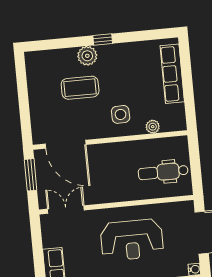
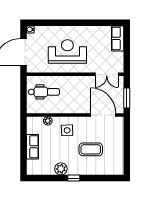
plant: (87, 56) -> (61, 169), moved
row of seats: (172, 74) -> (32, 147), width x0.68

